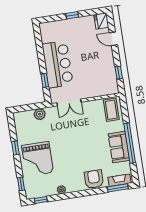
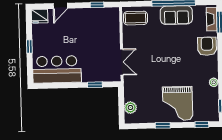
bar counter: (58, 64) -> (57, 69), moved
plant: (40, 114) -> (130, 108), moved
grand piano: (37, 159) -> (178, 104), turned 90
armchair: (94, 179) -> (207, 46), turned 90

